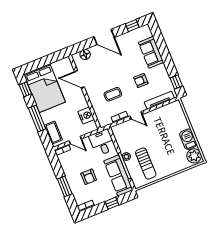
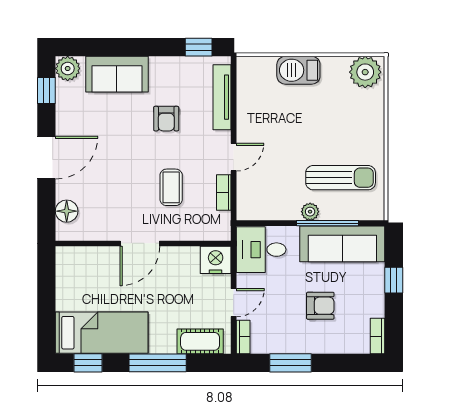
plant: (145, 31) -> (68, 68), added
door: (79, 79) -> (140, 243), moved
bed: (45, 88) -> (102, 333), width x0.67
nightstand: (86, 116) -> (216, 260), moved
barbecue: (188, 139) -> (298, 70), moved
window: (65, 186) -> (290, 363), moved

